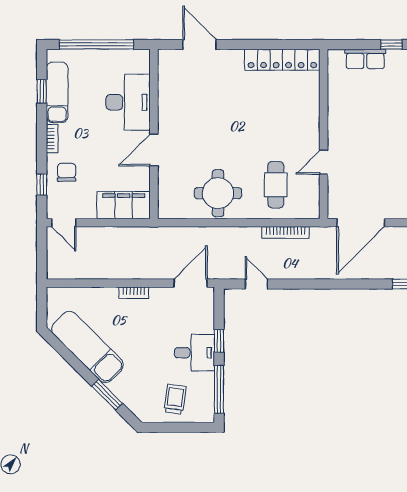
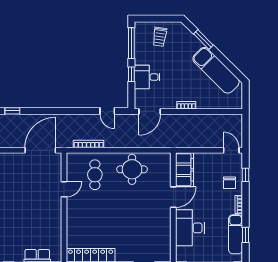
filing cabinet: (124, 205) -> (185, 170), moved, turned -90
desk: (194, 353) -> (147, 77), moved

